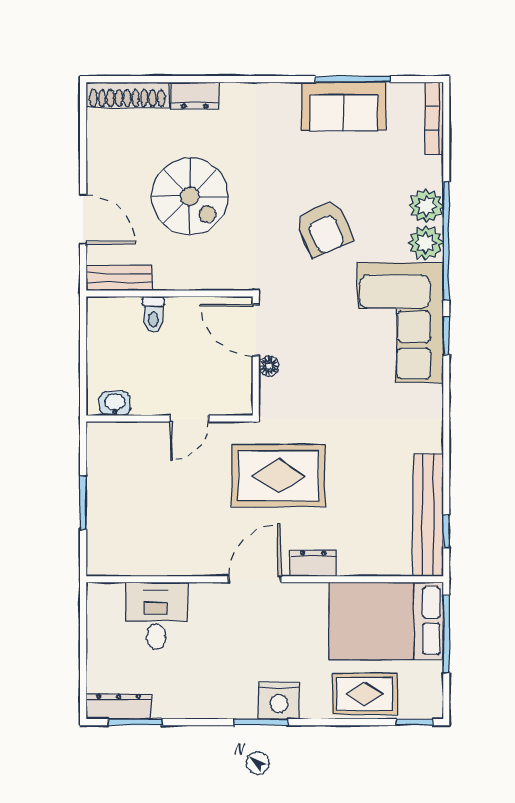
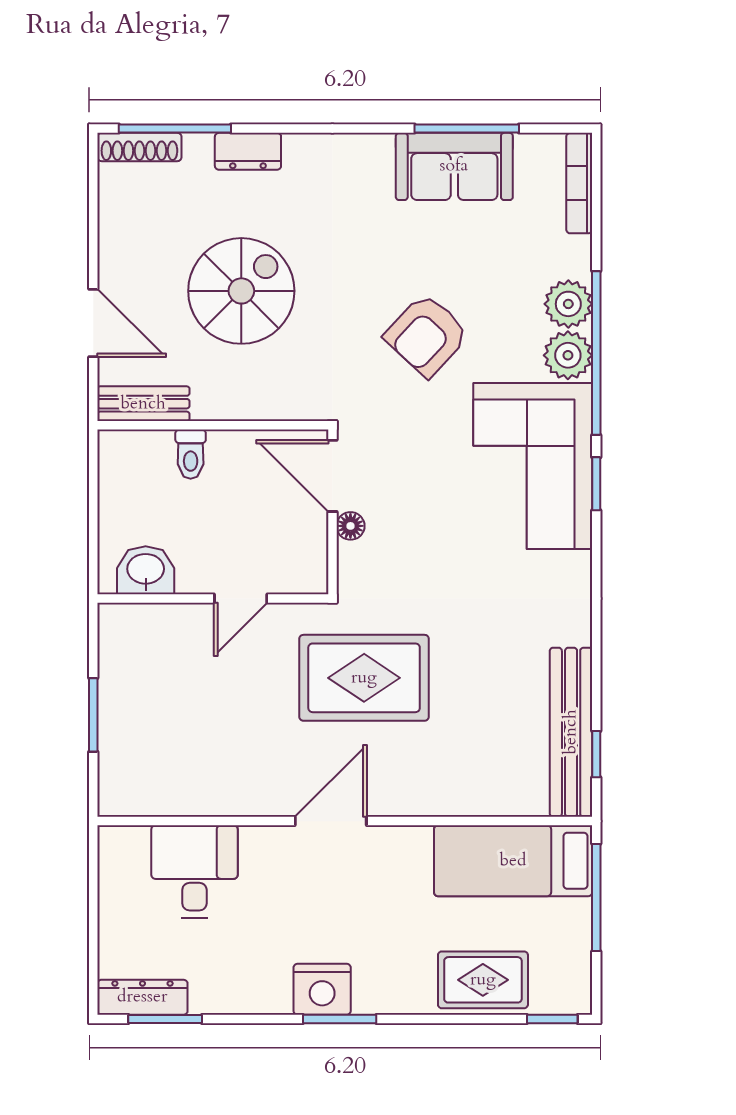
window: (142, 79) -> (175, 129), added
shoe rack: (127, 95) -> (139, 147), width x0.74, depth x0.81
spiral stairs: (190, 196) -> (241, 291), turned -90
armchair: (324, 228) -> (427, 335), turned 67
washbasin: (115, 403) -> (146, 570), width x1.38, depth x1.45
dresser: (313, 563) -> (412, 799), removed
bed: (386, 621) -> (513, 861), width x0.67
nightstand: (279, 701) -> (322, 989), moved

